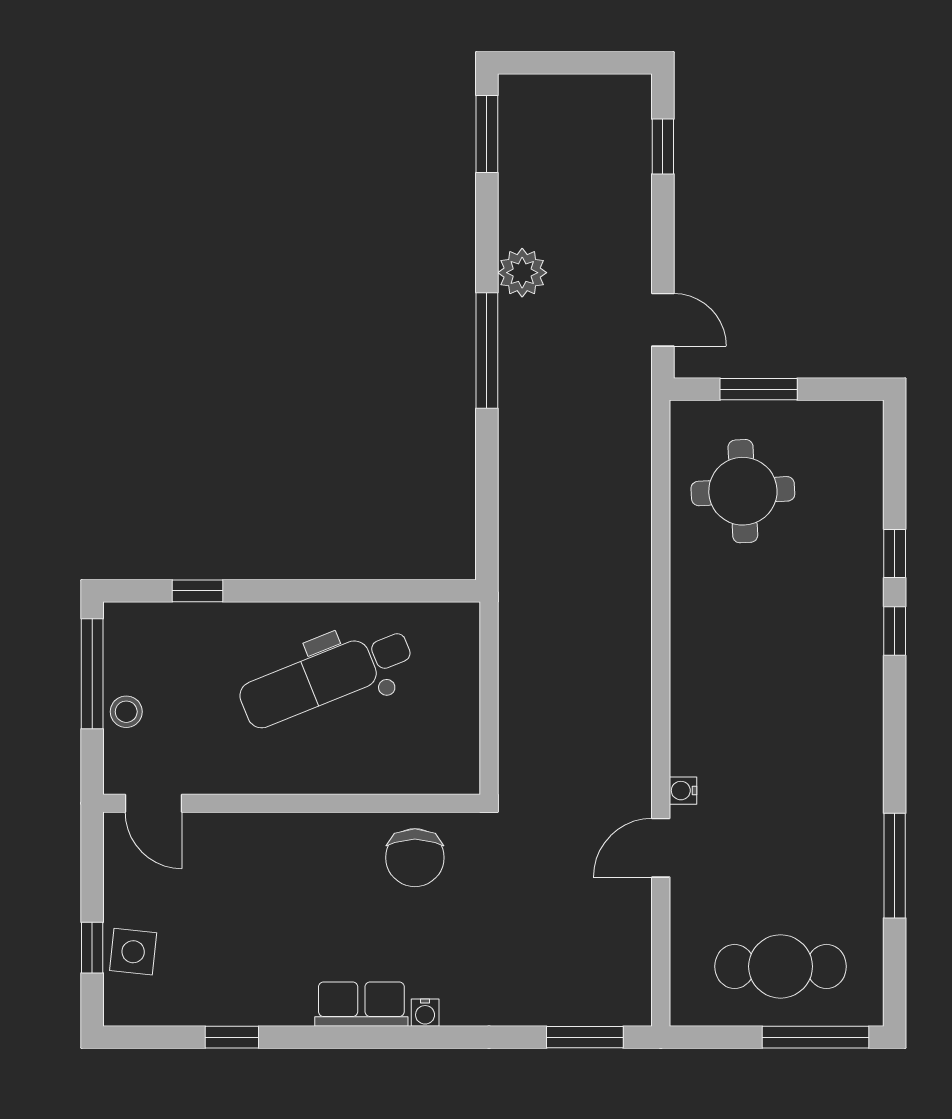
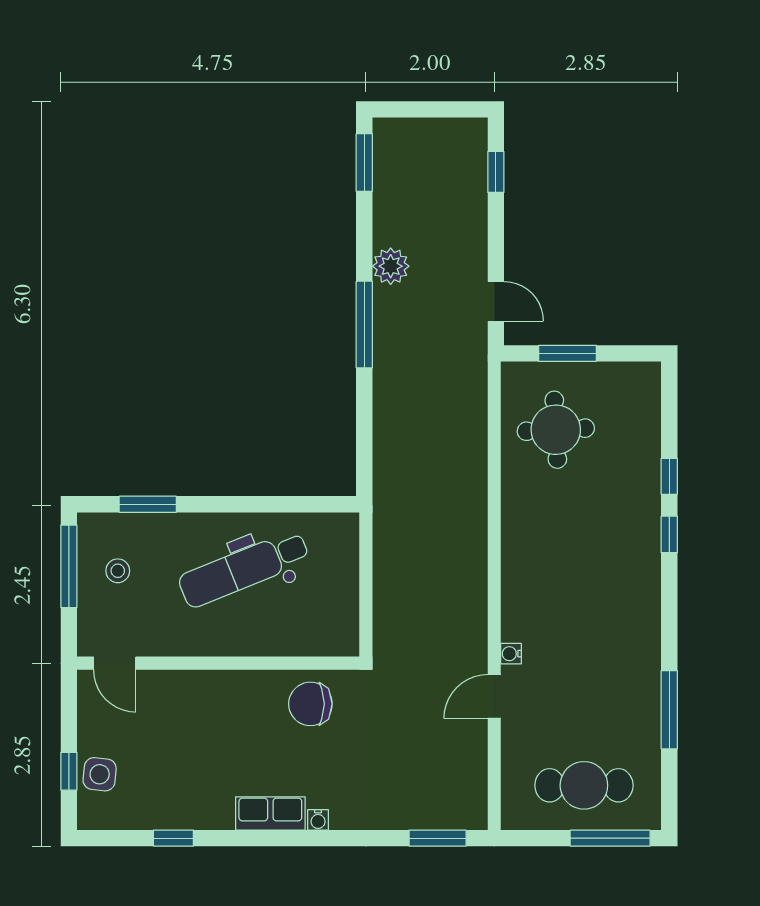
window: (198, 591) -> (148, 504), width x1.50
stool: (126, 712) -> (118, 571), moved
chair: (415, 858) -> (310, 704), turned 90

